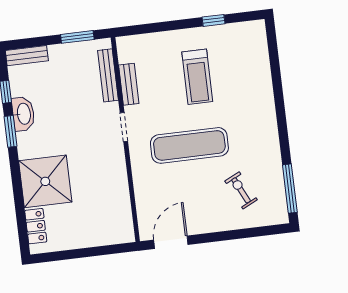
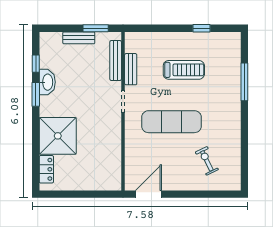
bench: (27, 56) -> (79, 38), moved
treadmill: (197, 77) -> (184, 70), turned -90
window: (290, 189) -> (244, 82), moved

